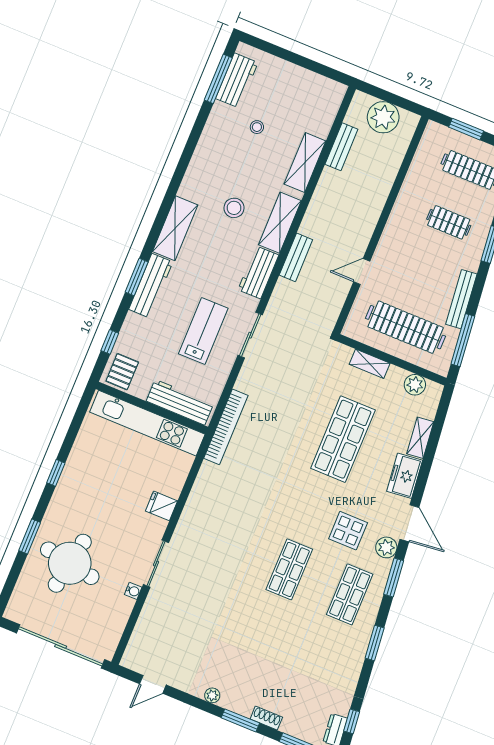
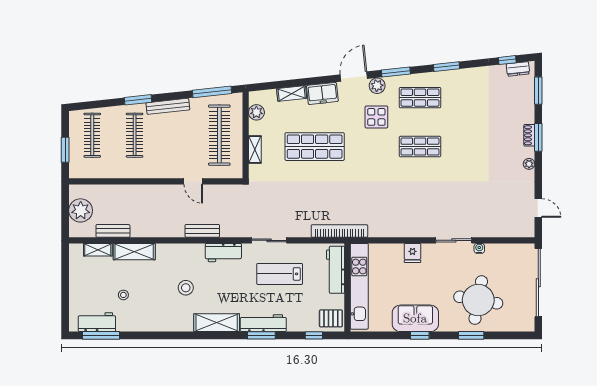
clothes rail: (449, 222) -> (135, 135), width x1.36
shelving: (280, 223) -> (98, 250), moved, width x0.67, depth x0.75
bench: (461, 299) -> (168, 106), moved
sofa: (79, 476) -> (415, 318), added
shoe rack: (266, 718) -> (529, 135), moved

